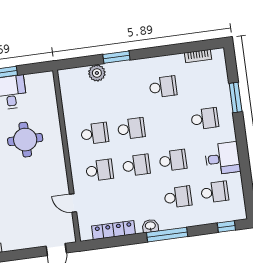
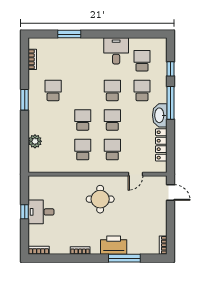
window: (116, 57) -> (25, 100), moved
school desk: (205, 119) -> (83, 61), removed
round table: (25, 140) -> (100, 199), moved
washbasin: (150, 226) -> (160, 115), width x1.91, depth x1.45
window: (226, 227) -> (171, 69), moved

